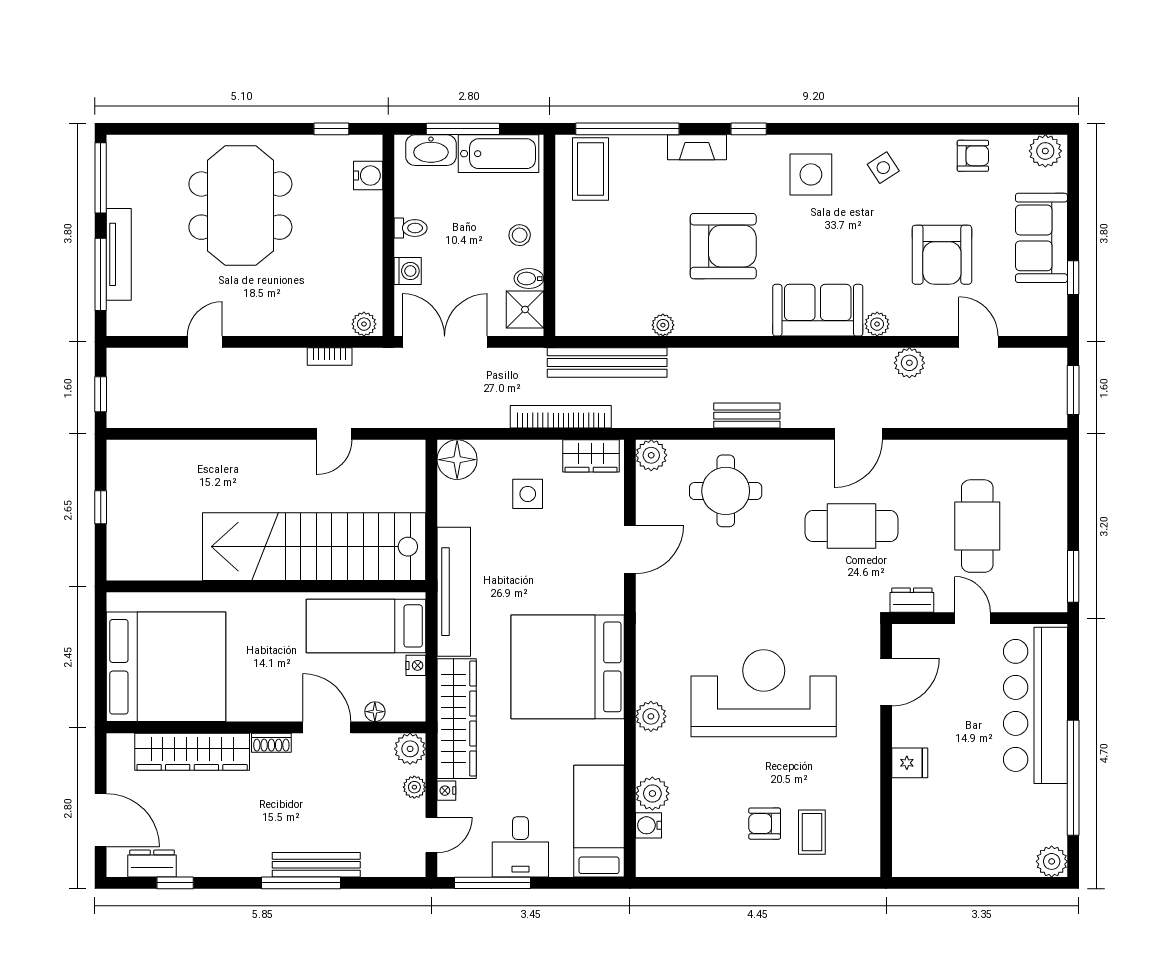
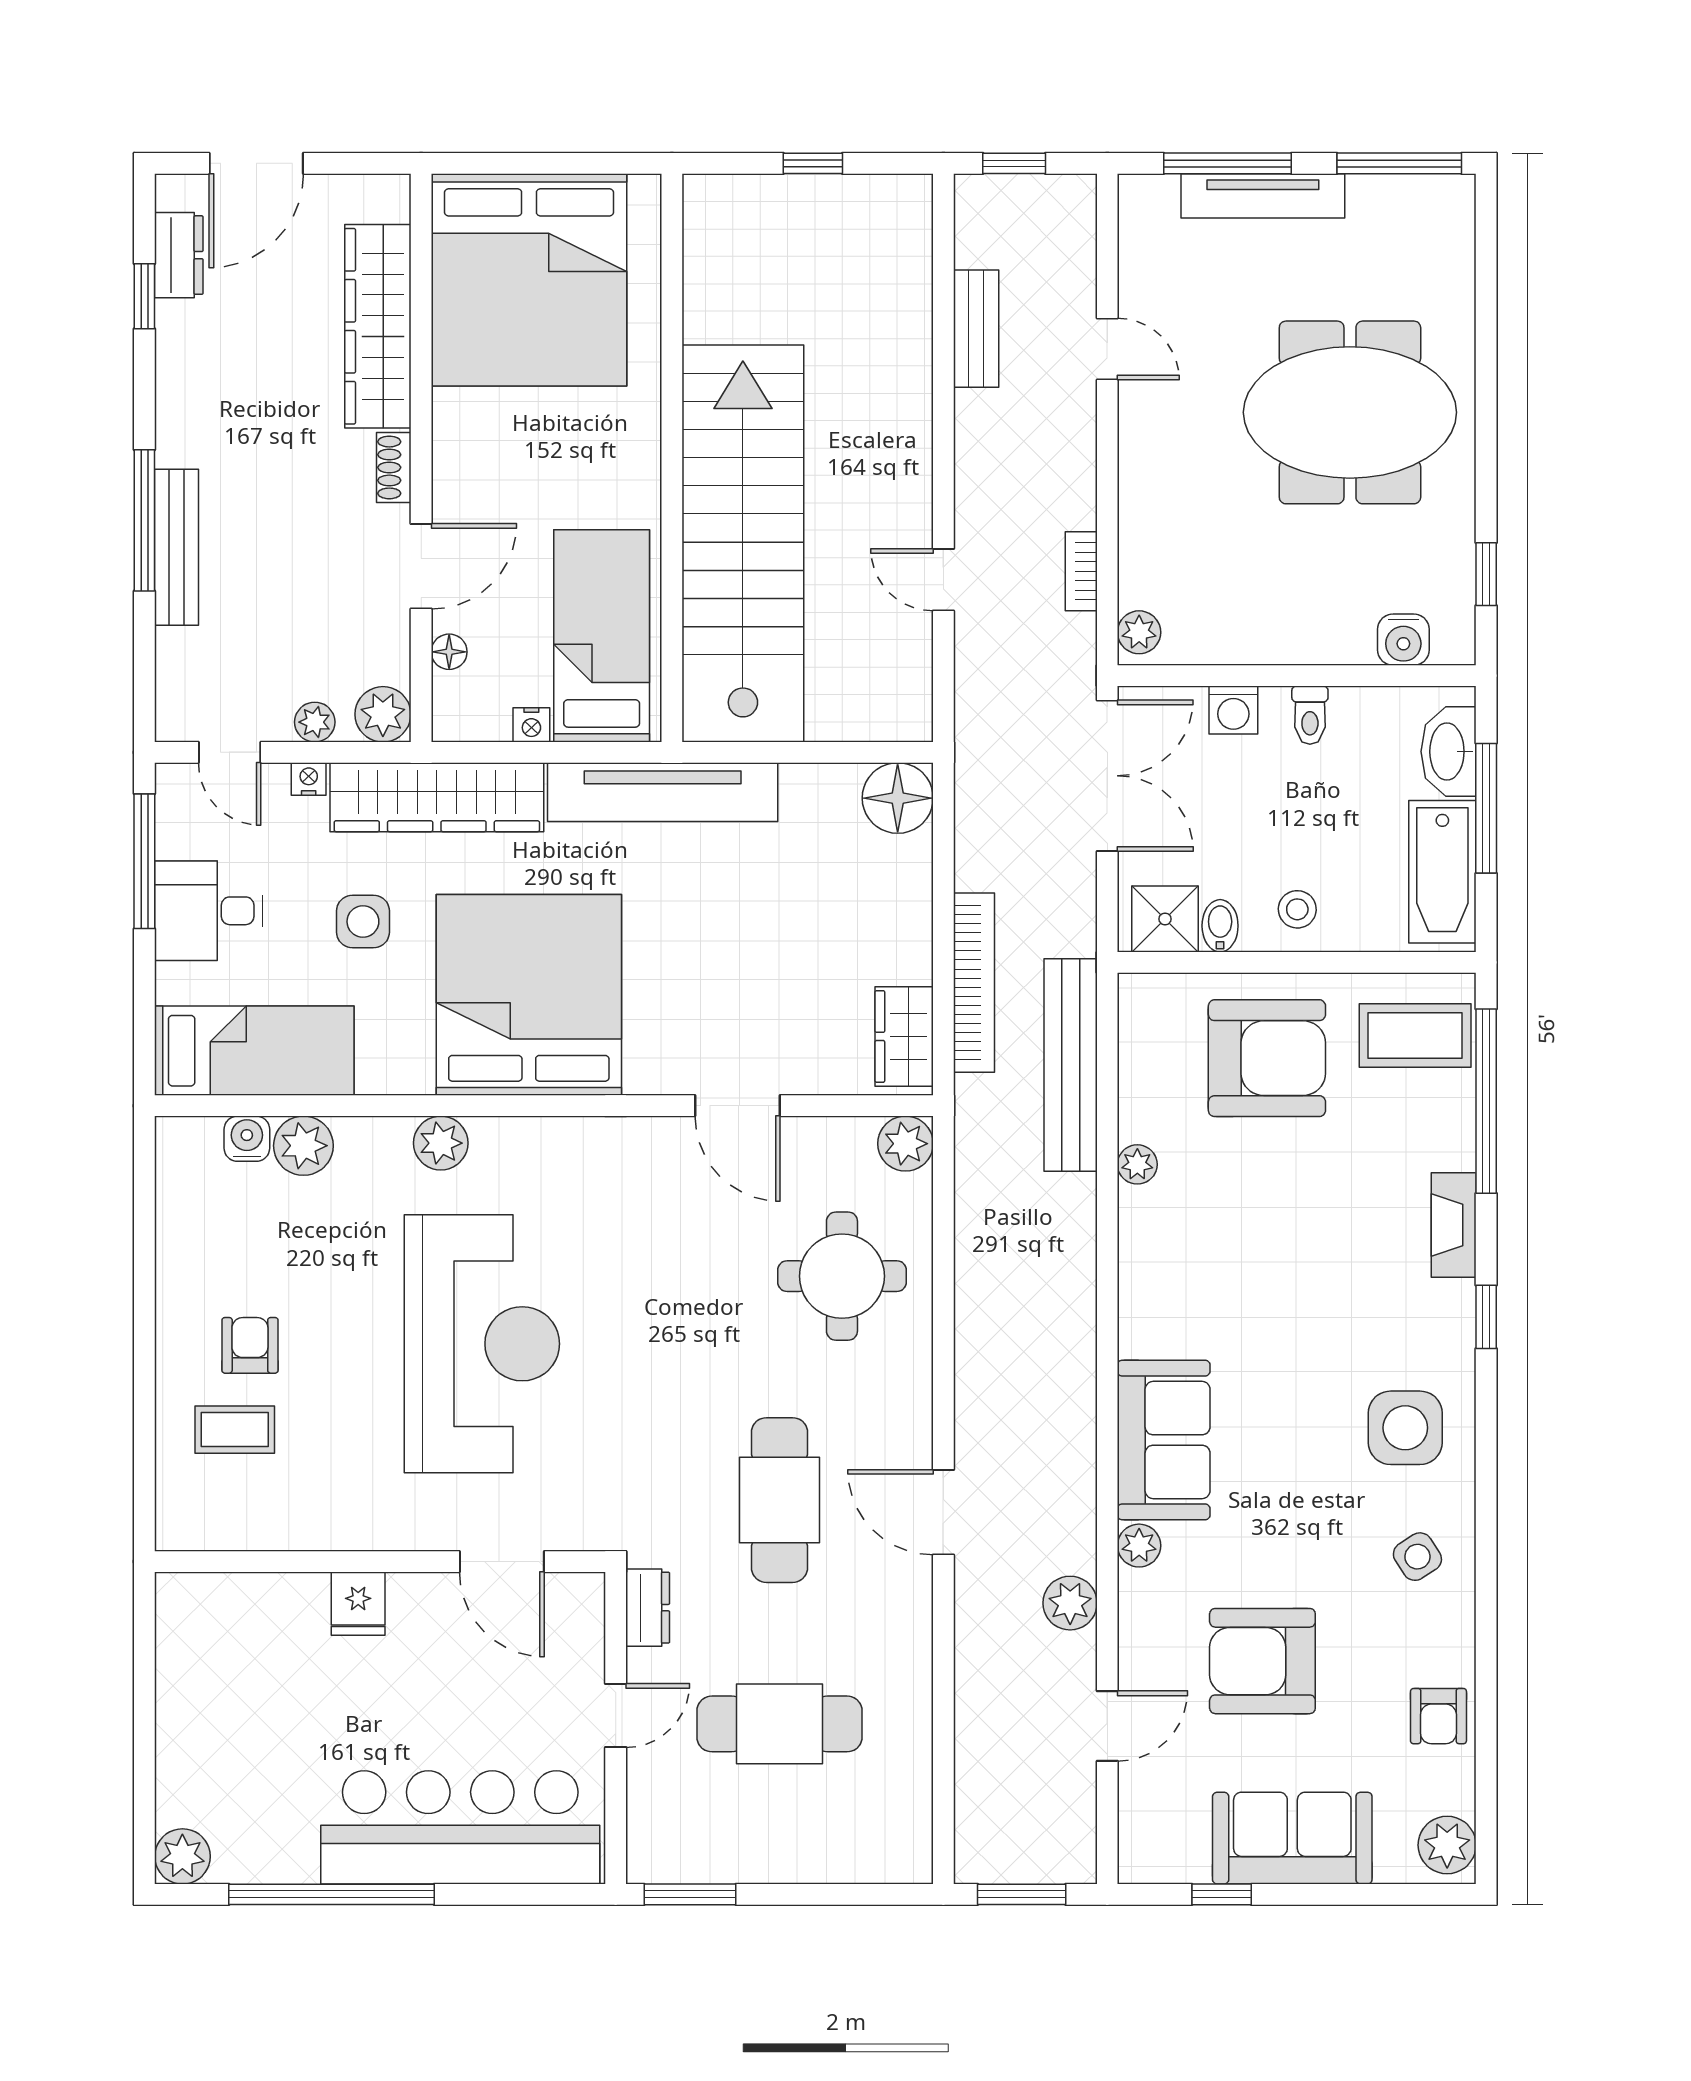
armchair: (723, 246) -> (1267, 1058), moved, turned -90
bench: (747, 416) -> (976, 329), moved
side table: (528, 494) -> (363, 922), moved

